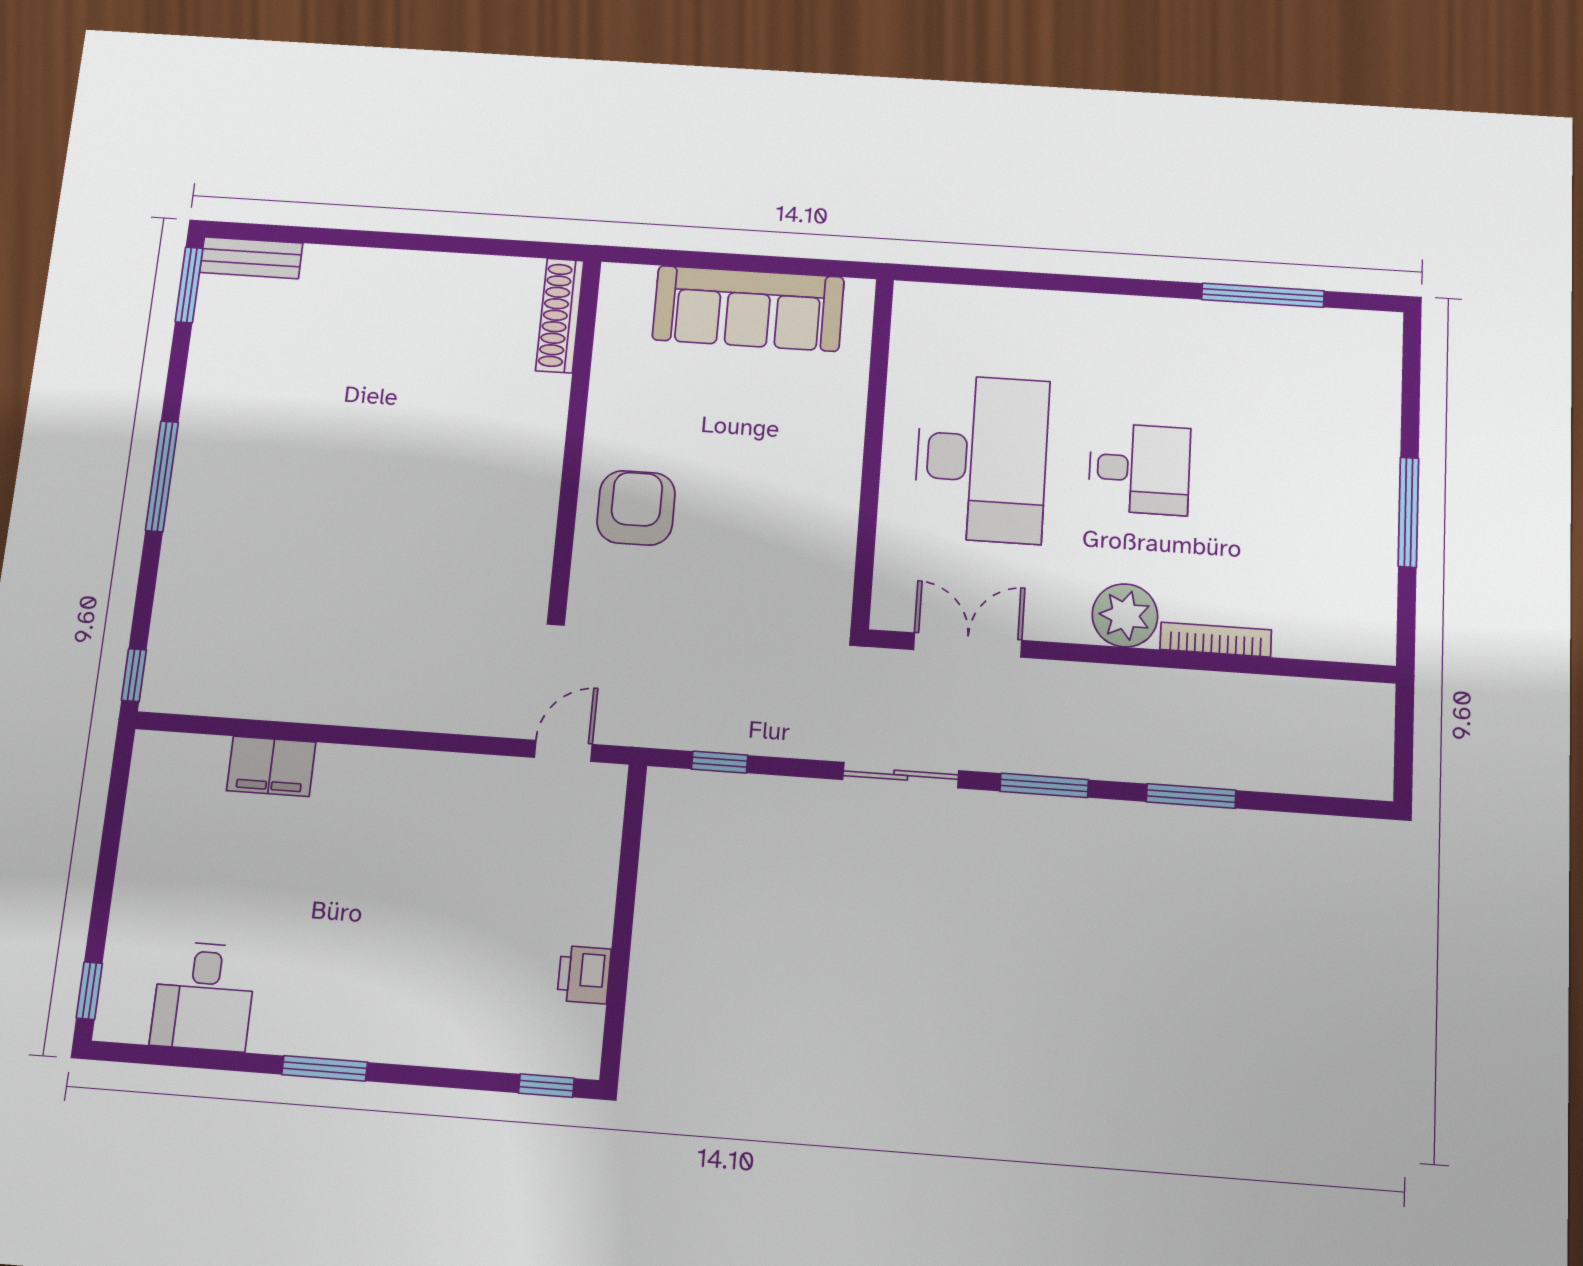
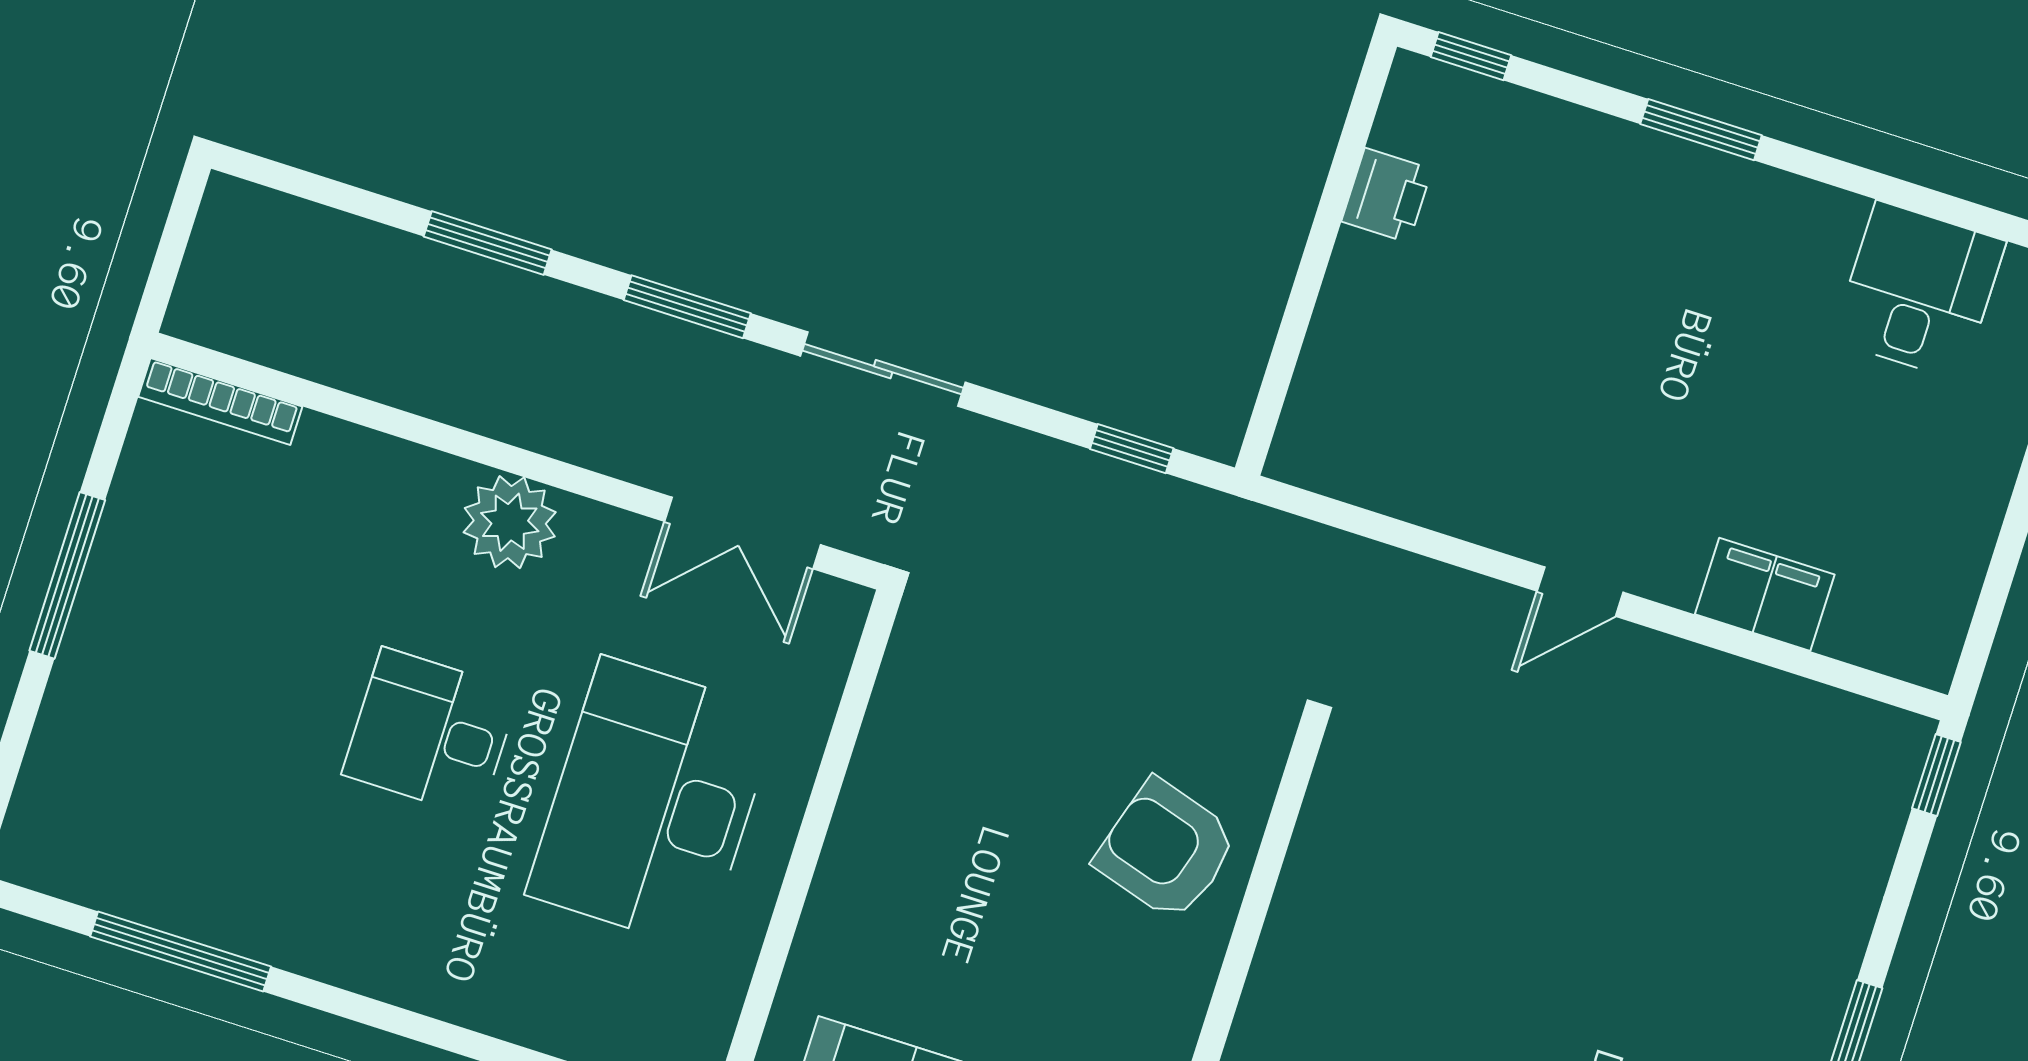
armchair: (636, 508) -> (1166, 850), turned 107
bookcase: (1216, 640) -> (220, 402), moved
door: (563, 751) -> (1580, 592), moved
window: (325, 1068) -> (1701, 130), moved

